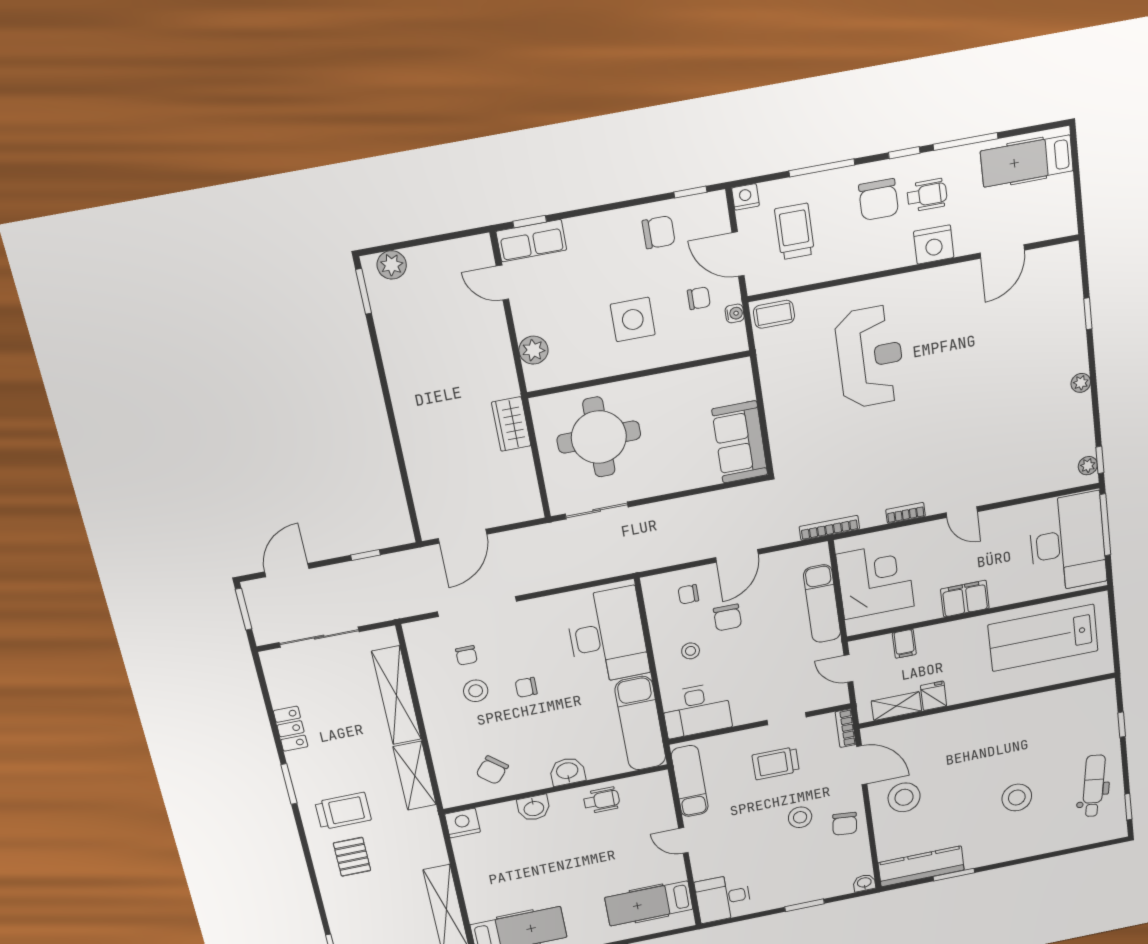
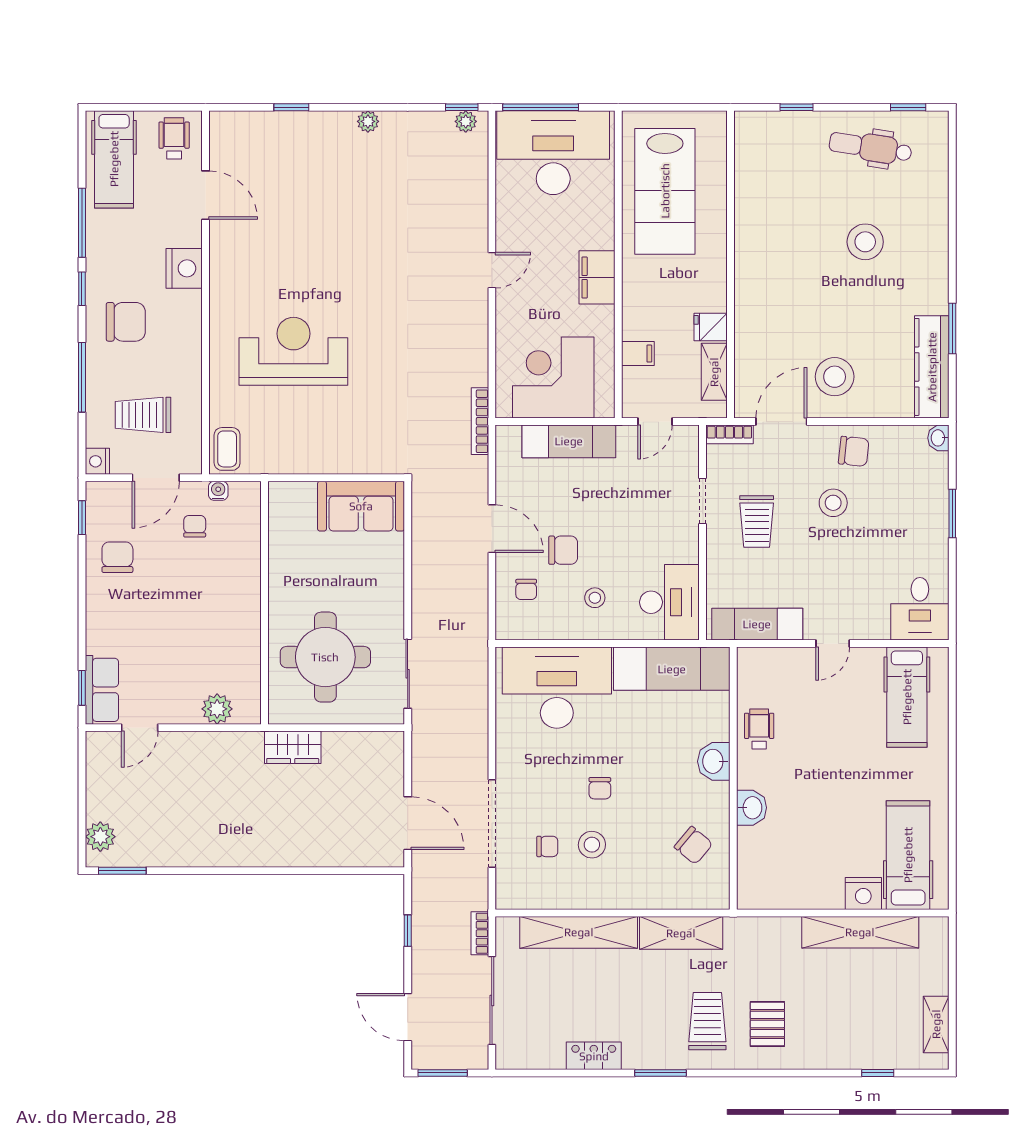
wheelchair: (927, 195) -> (174, 138), moved
side table: (633, 320) -> (204, 599), removed
bookcase: (906, 513) -> (480, 933), moved
nightstand: (463, 823) -> (863, 893), moved, turned -90
pallet: (352, 857) -> (767, 1024), turned 90

